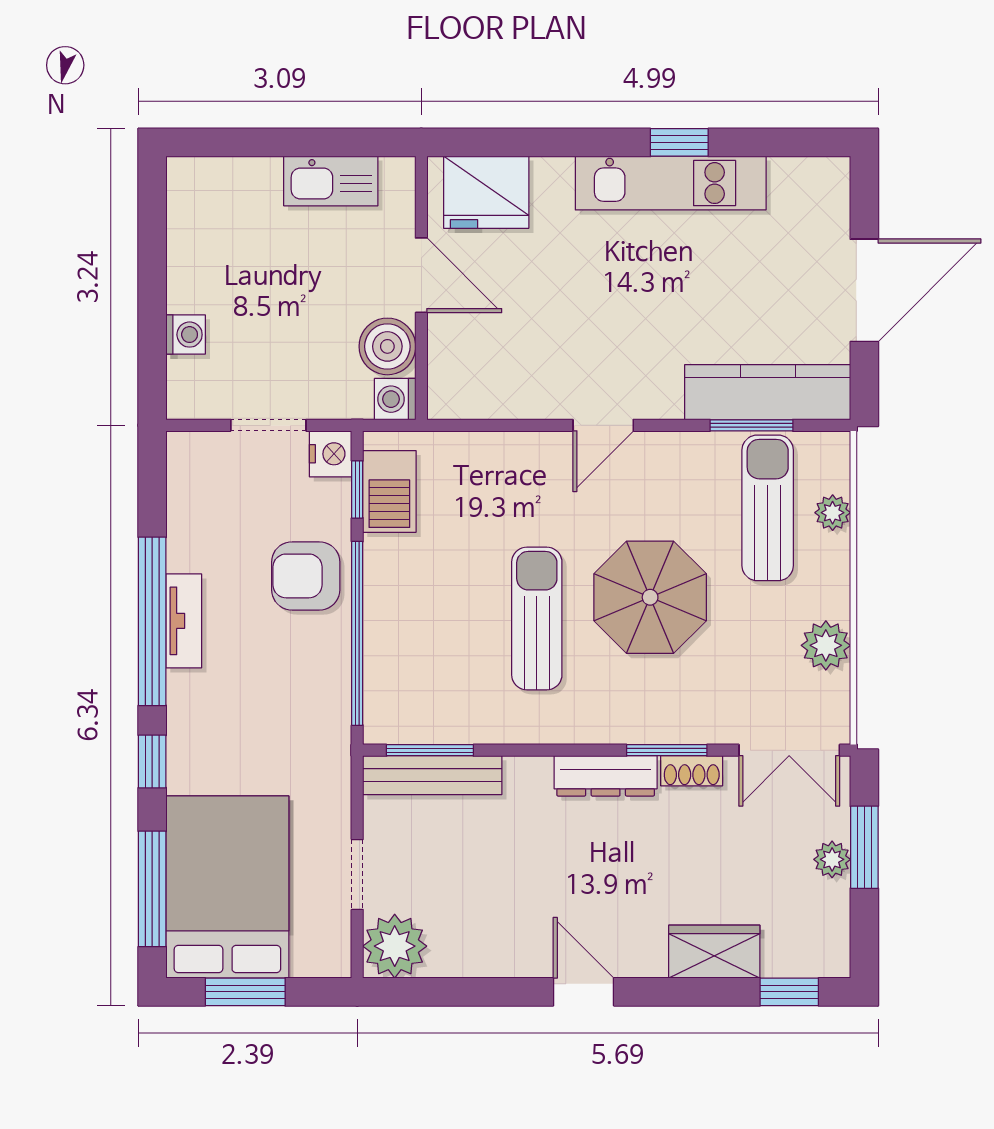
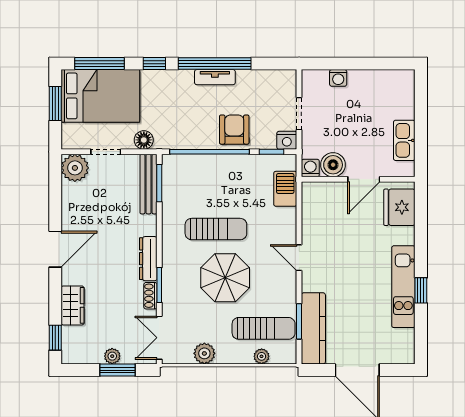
barbecue: (389, 491) -> (285, 189), moved, turned 90
floor lamp: (330, 786) -> (144, 140), added
door: (584, 992) -> (55, 249), width x1.38

